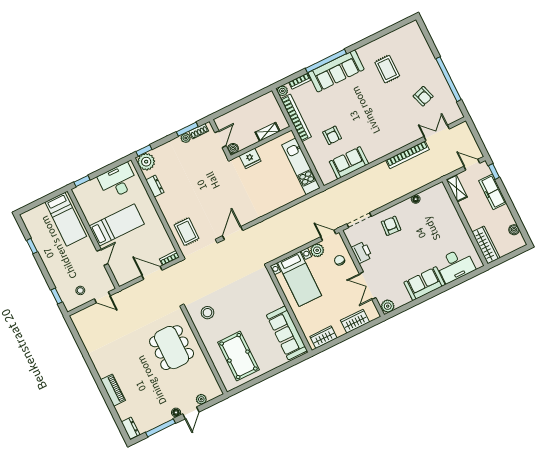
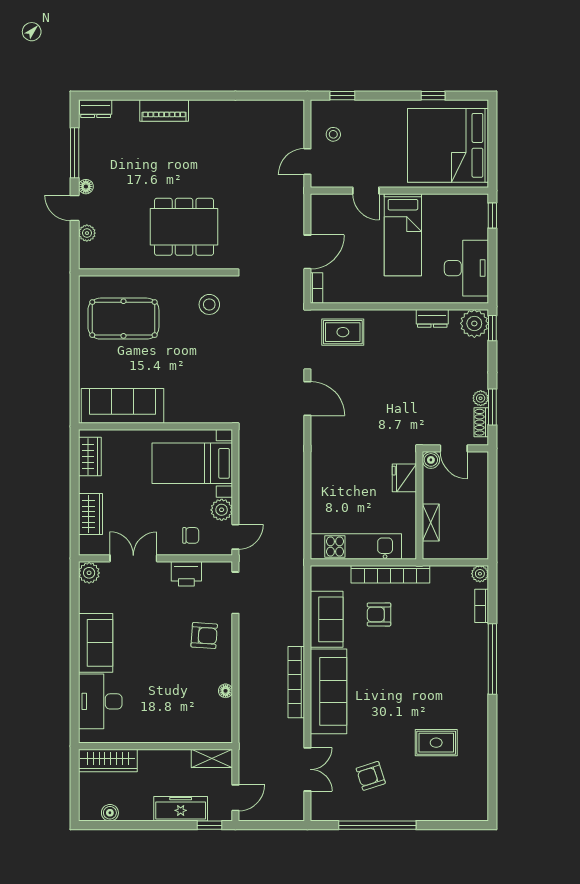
sofa: (336, 71) -> (328, 691), moved, turned 180
bookcase: (296, 118) -> (390, 574), moved
bookcase: (407, 155) -> (296, 682), moved
bed: (66, 219) -> (448, 145), width x2.04

